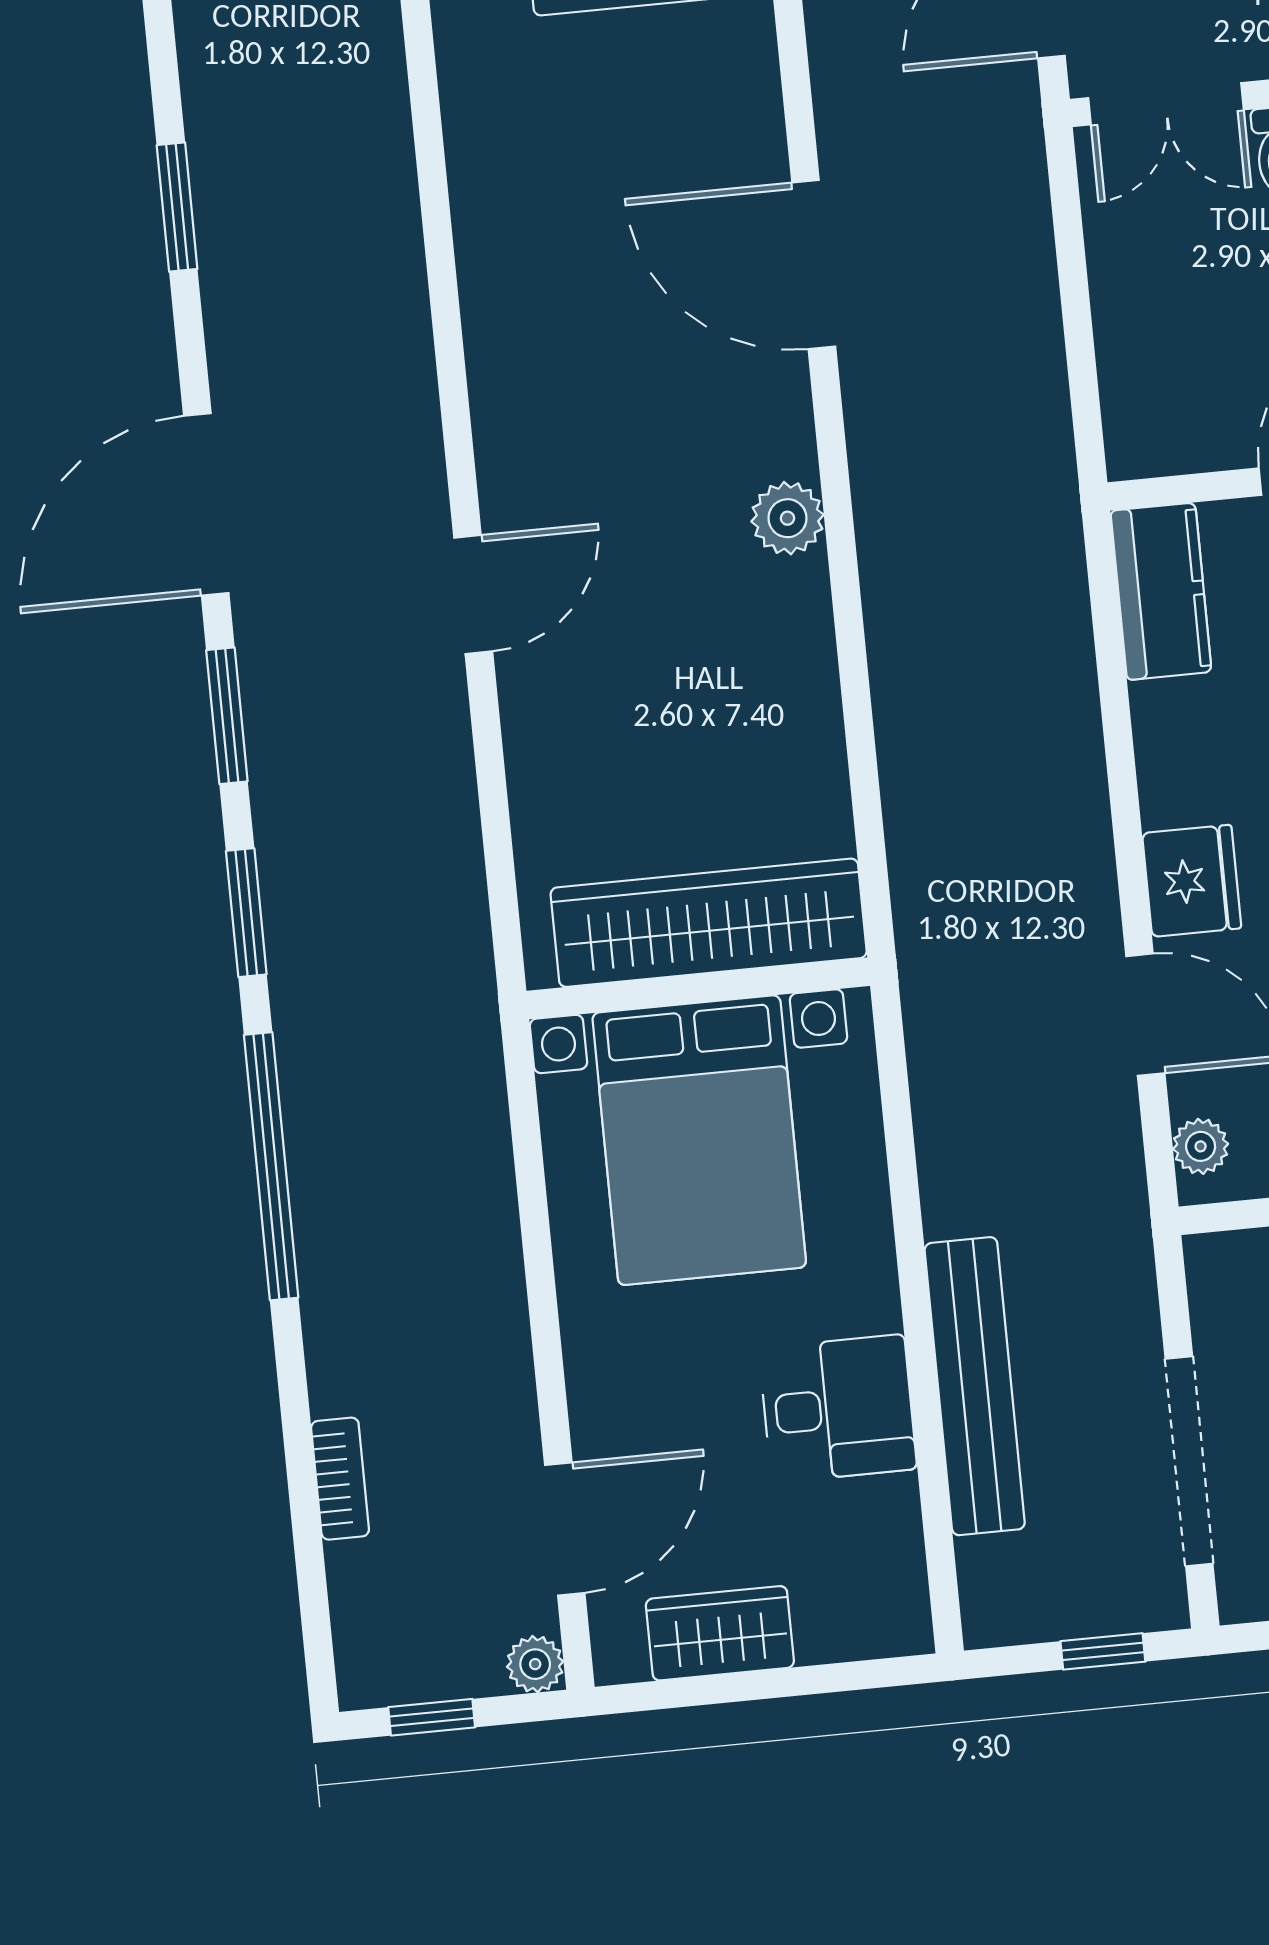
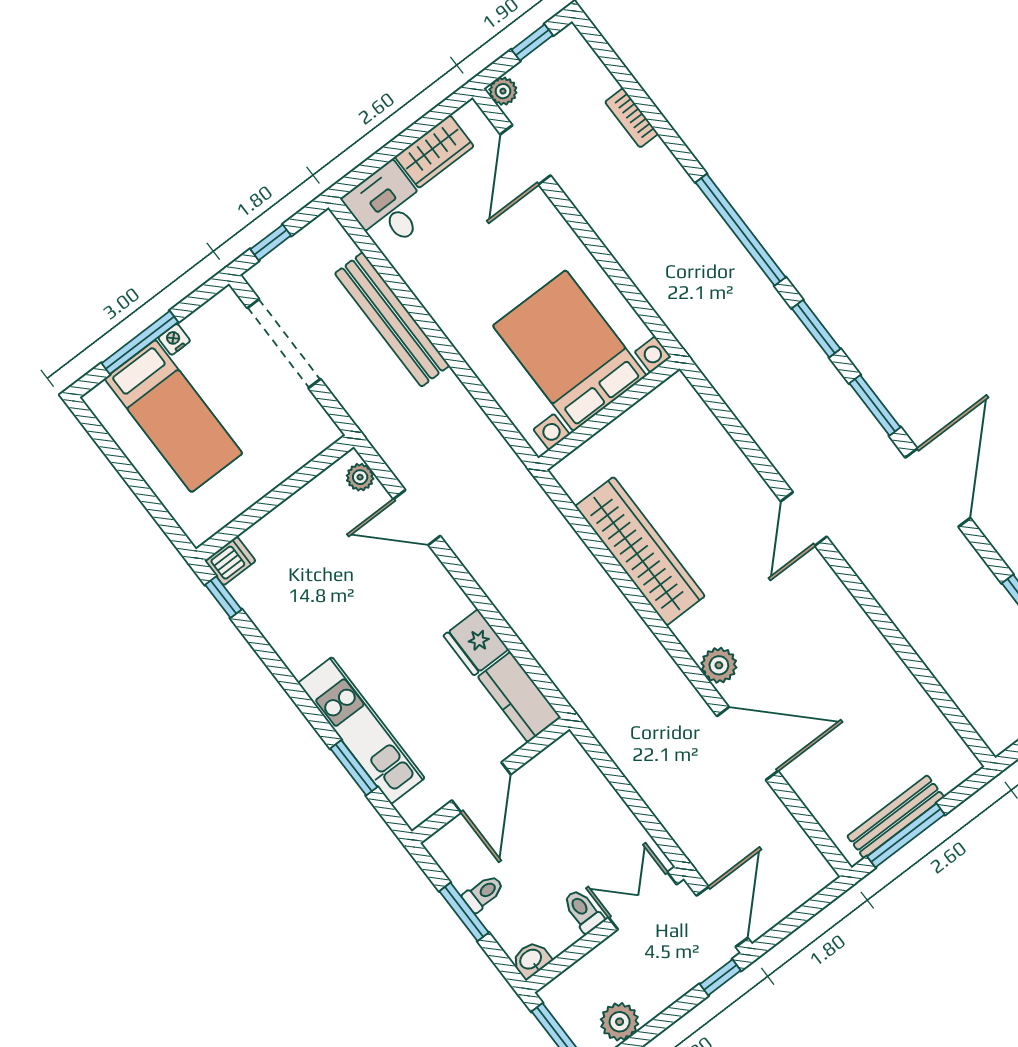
plant: (788, 518) -> (719, 665), moved
fridge: (1192, 881) -> (476, 642), moved
wardrobe: (709, 923) -> (640, 551), moved, turned -90
desk: (838, 1409) -> (388, 207), moved, turned 90

